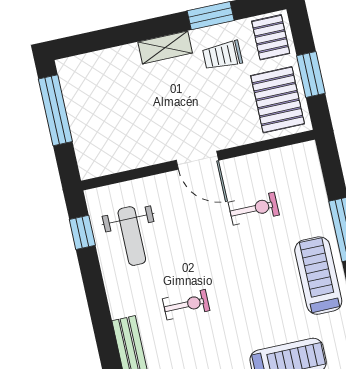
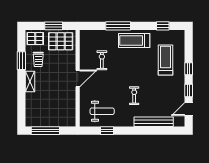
window: (82, 232) -> (107, 131), moved

